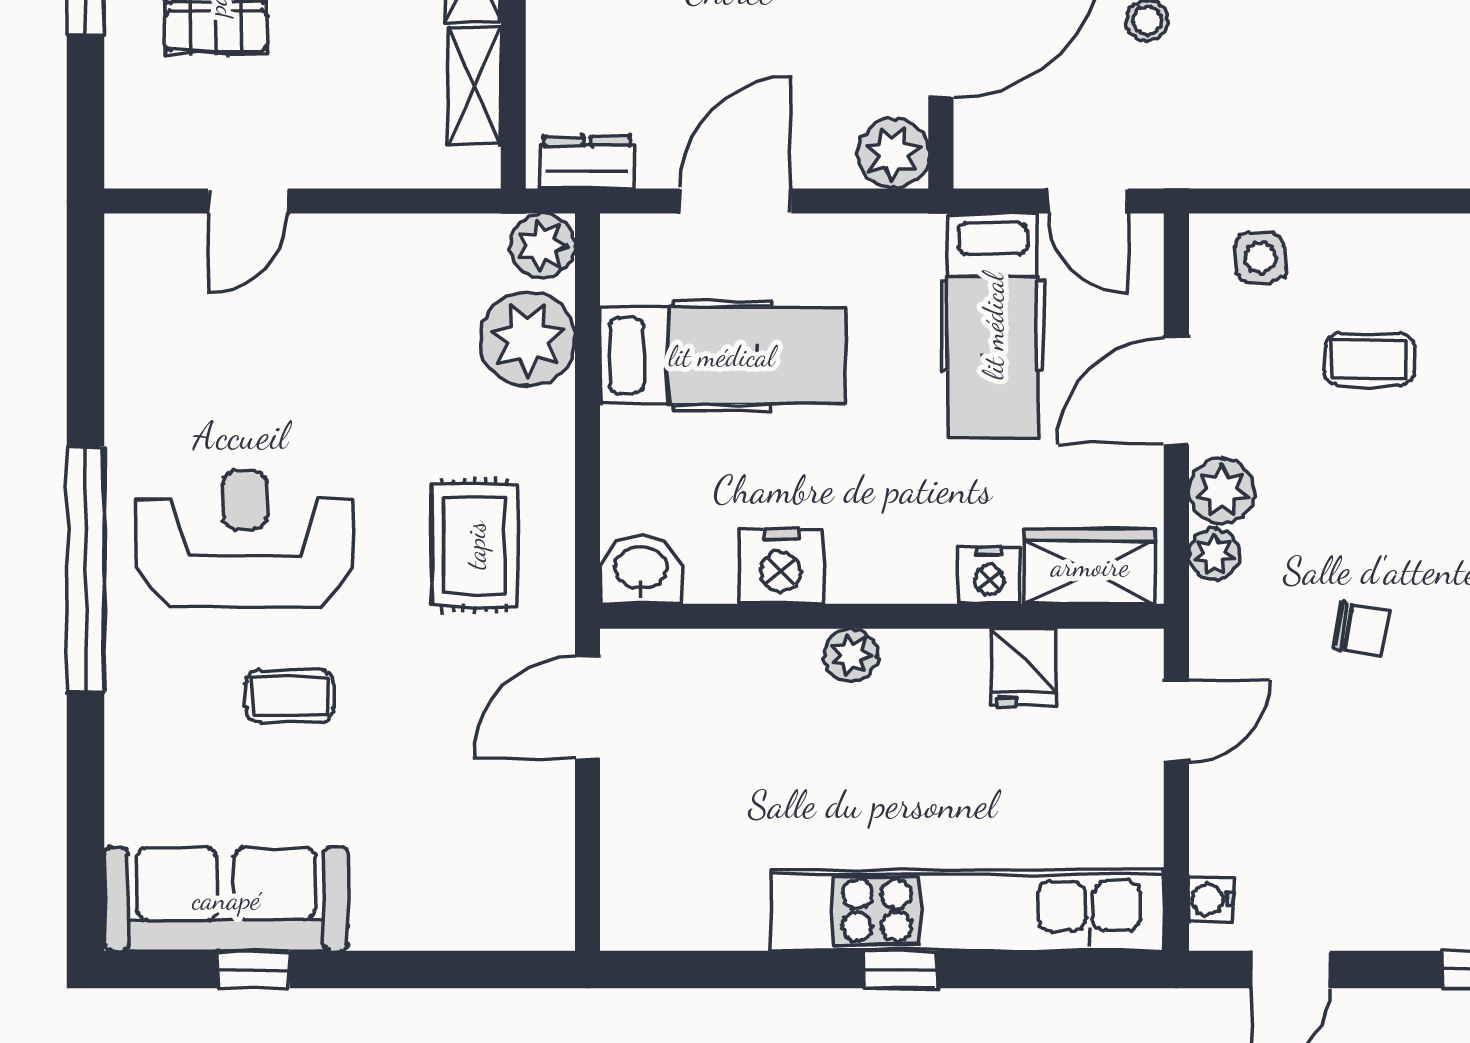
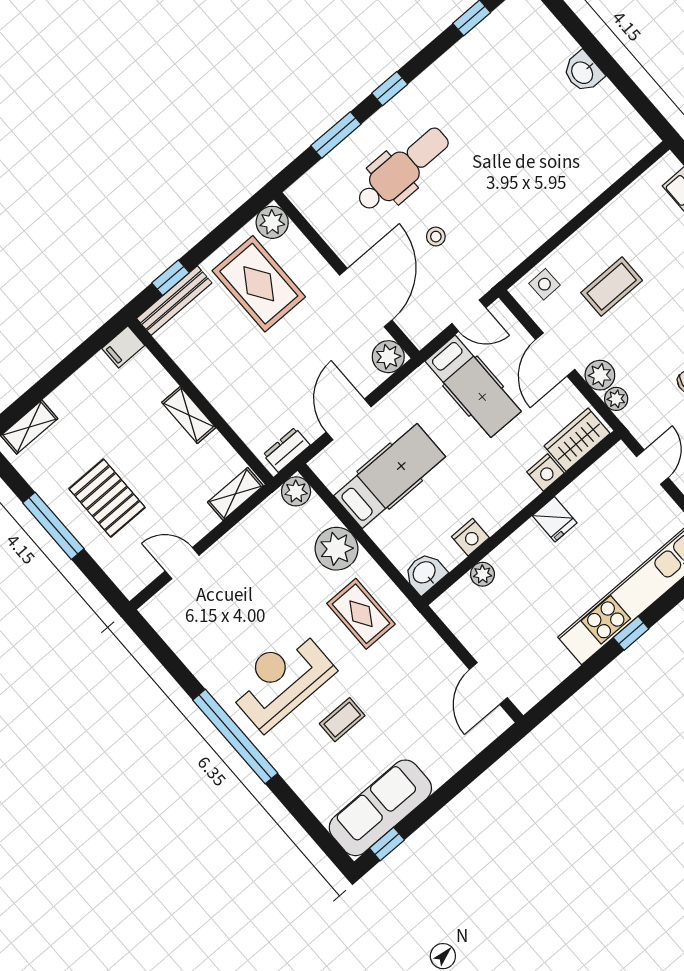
shelving: (474, 86) -> (235, 494), moved, turned 90
door: (248, 201) -> (182, 563), swing flipped
plant: (528, 339) -> (336, 549), moved
coffee table: (1370, 359) -> (612, 287), width x1.36, depth x1.30
nightstand: (781, 566) -> (470, 537), width x0.74, depth x0.75
plant: (851, 655) -> (482, 574), moved
fridge: (1024, 667) -> (555, 519), moved
door: (588, 708) -> (488, 684), moved
window: (254, 969) -> (387, 844), moved

